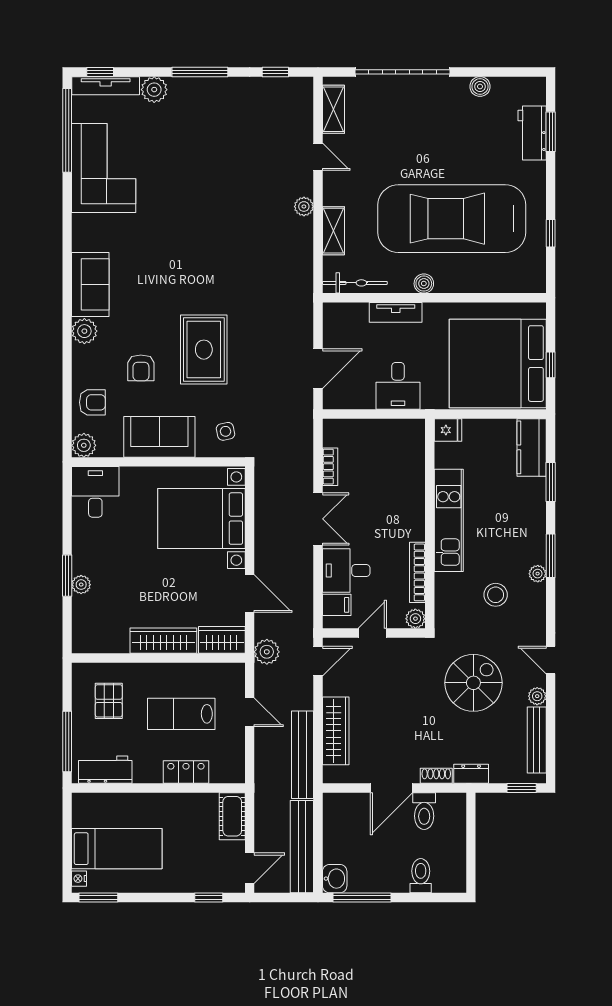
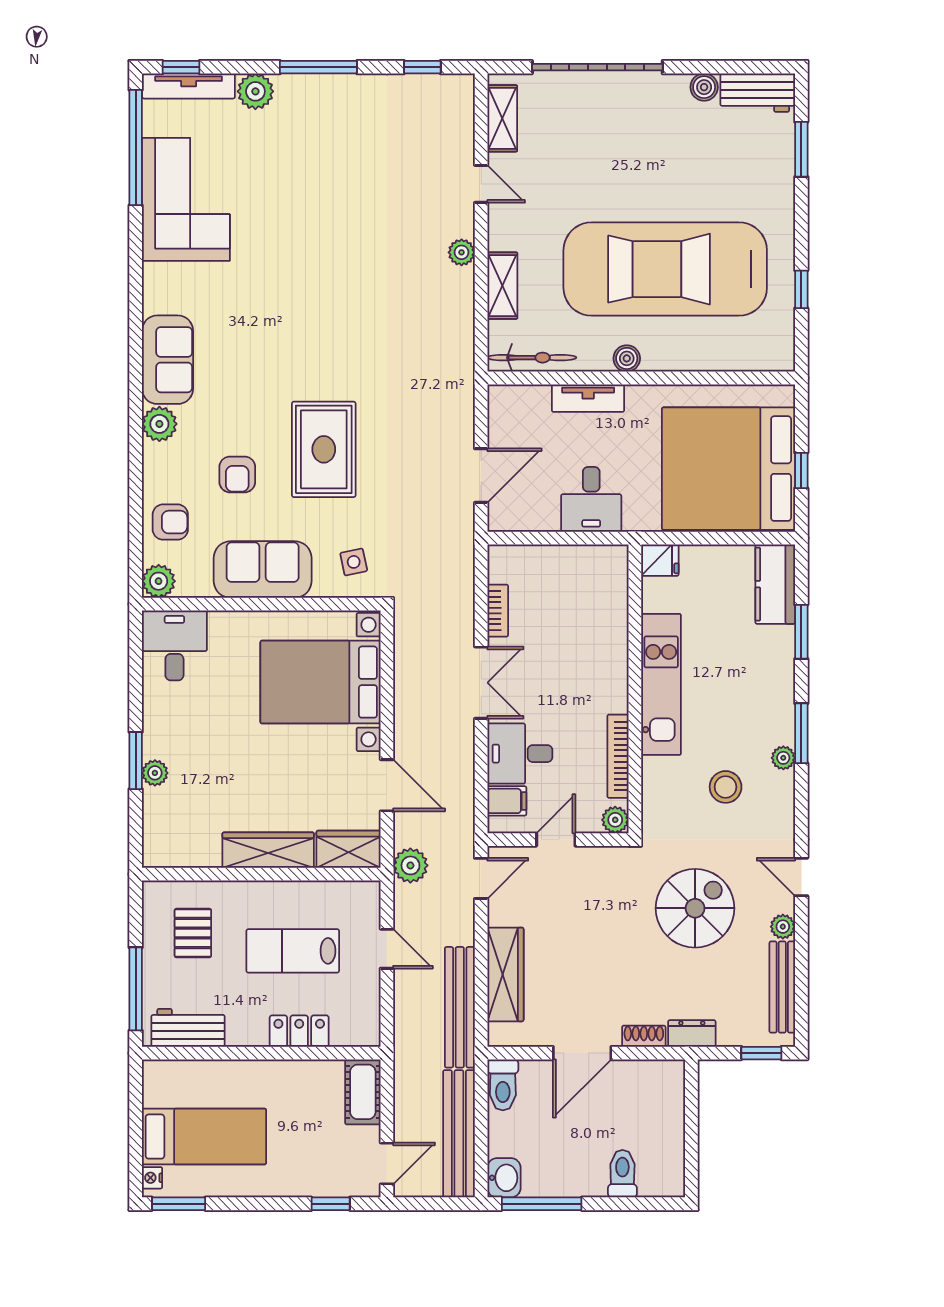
workbench: (532, 133) -> (758, 93), moved, turned -90
toilet: (424, 811) -> (503, 1085), moved

